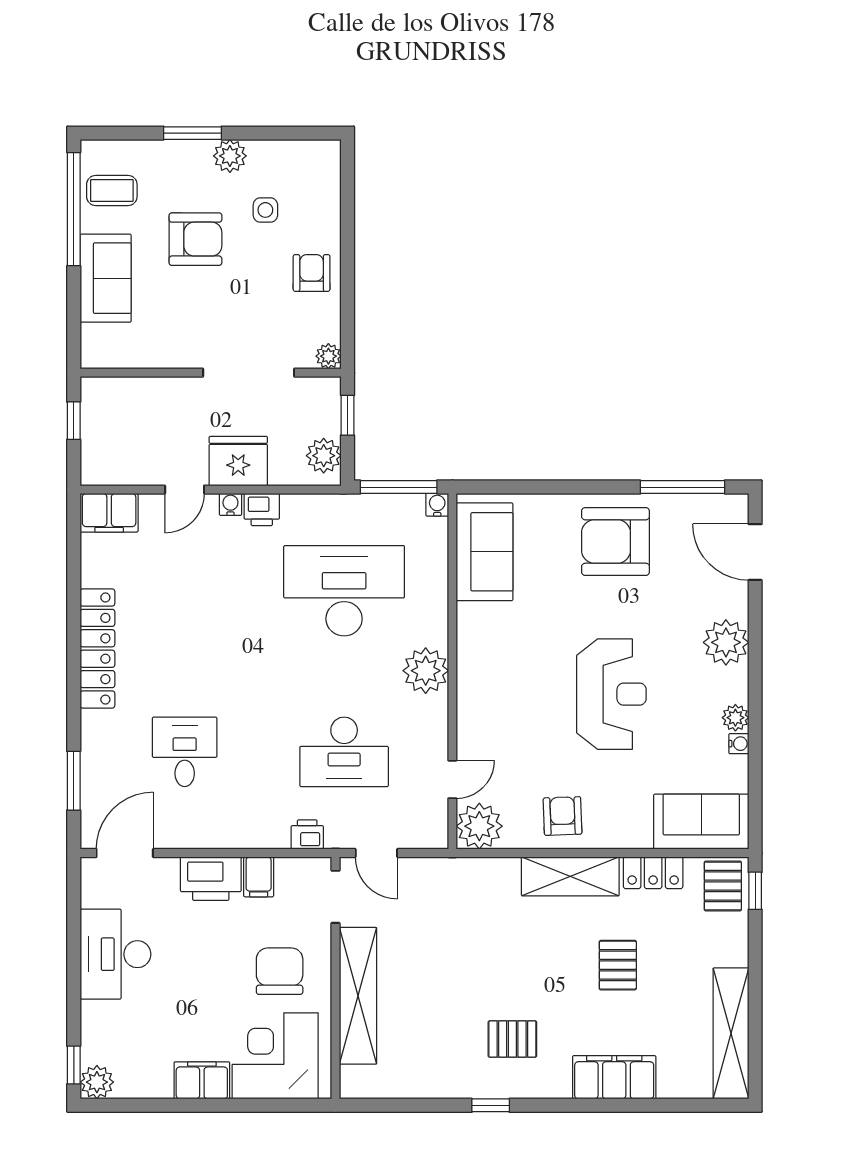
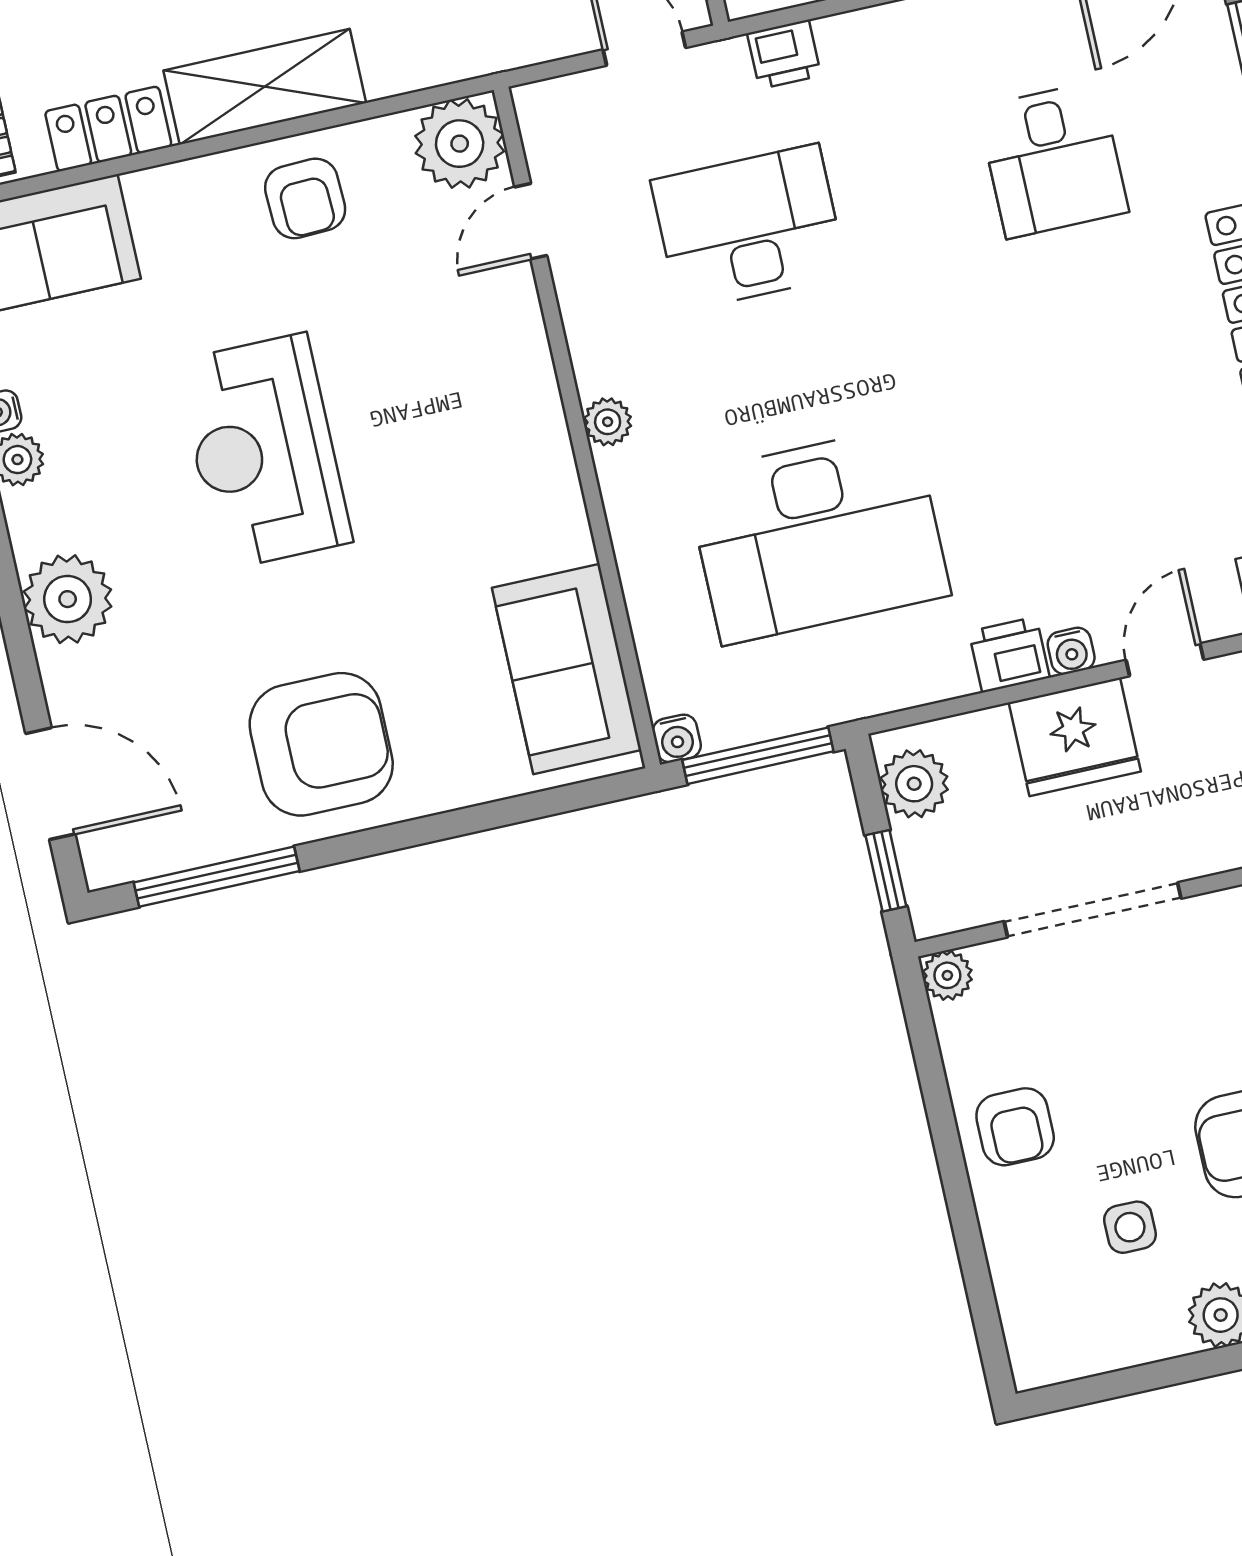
plant: (426, 671) -> (608, 422), width x0.53, depth x0.53

